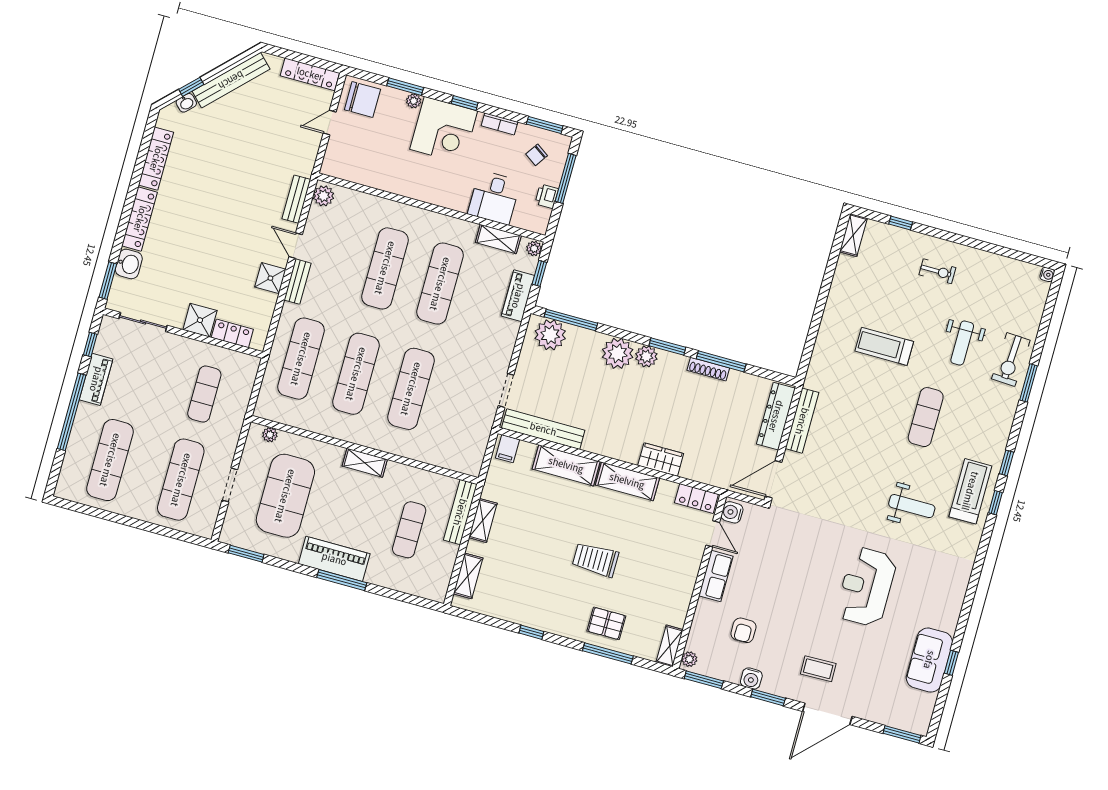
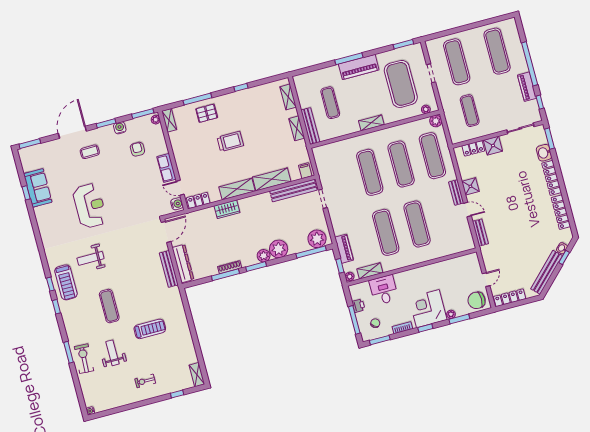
plant: (324, 196) -> (436, 121), moved

